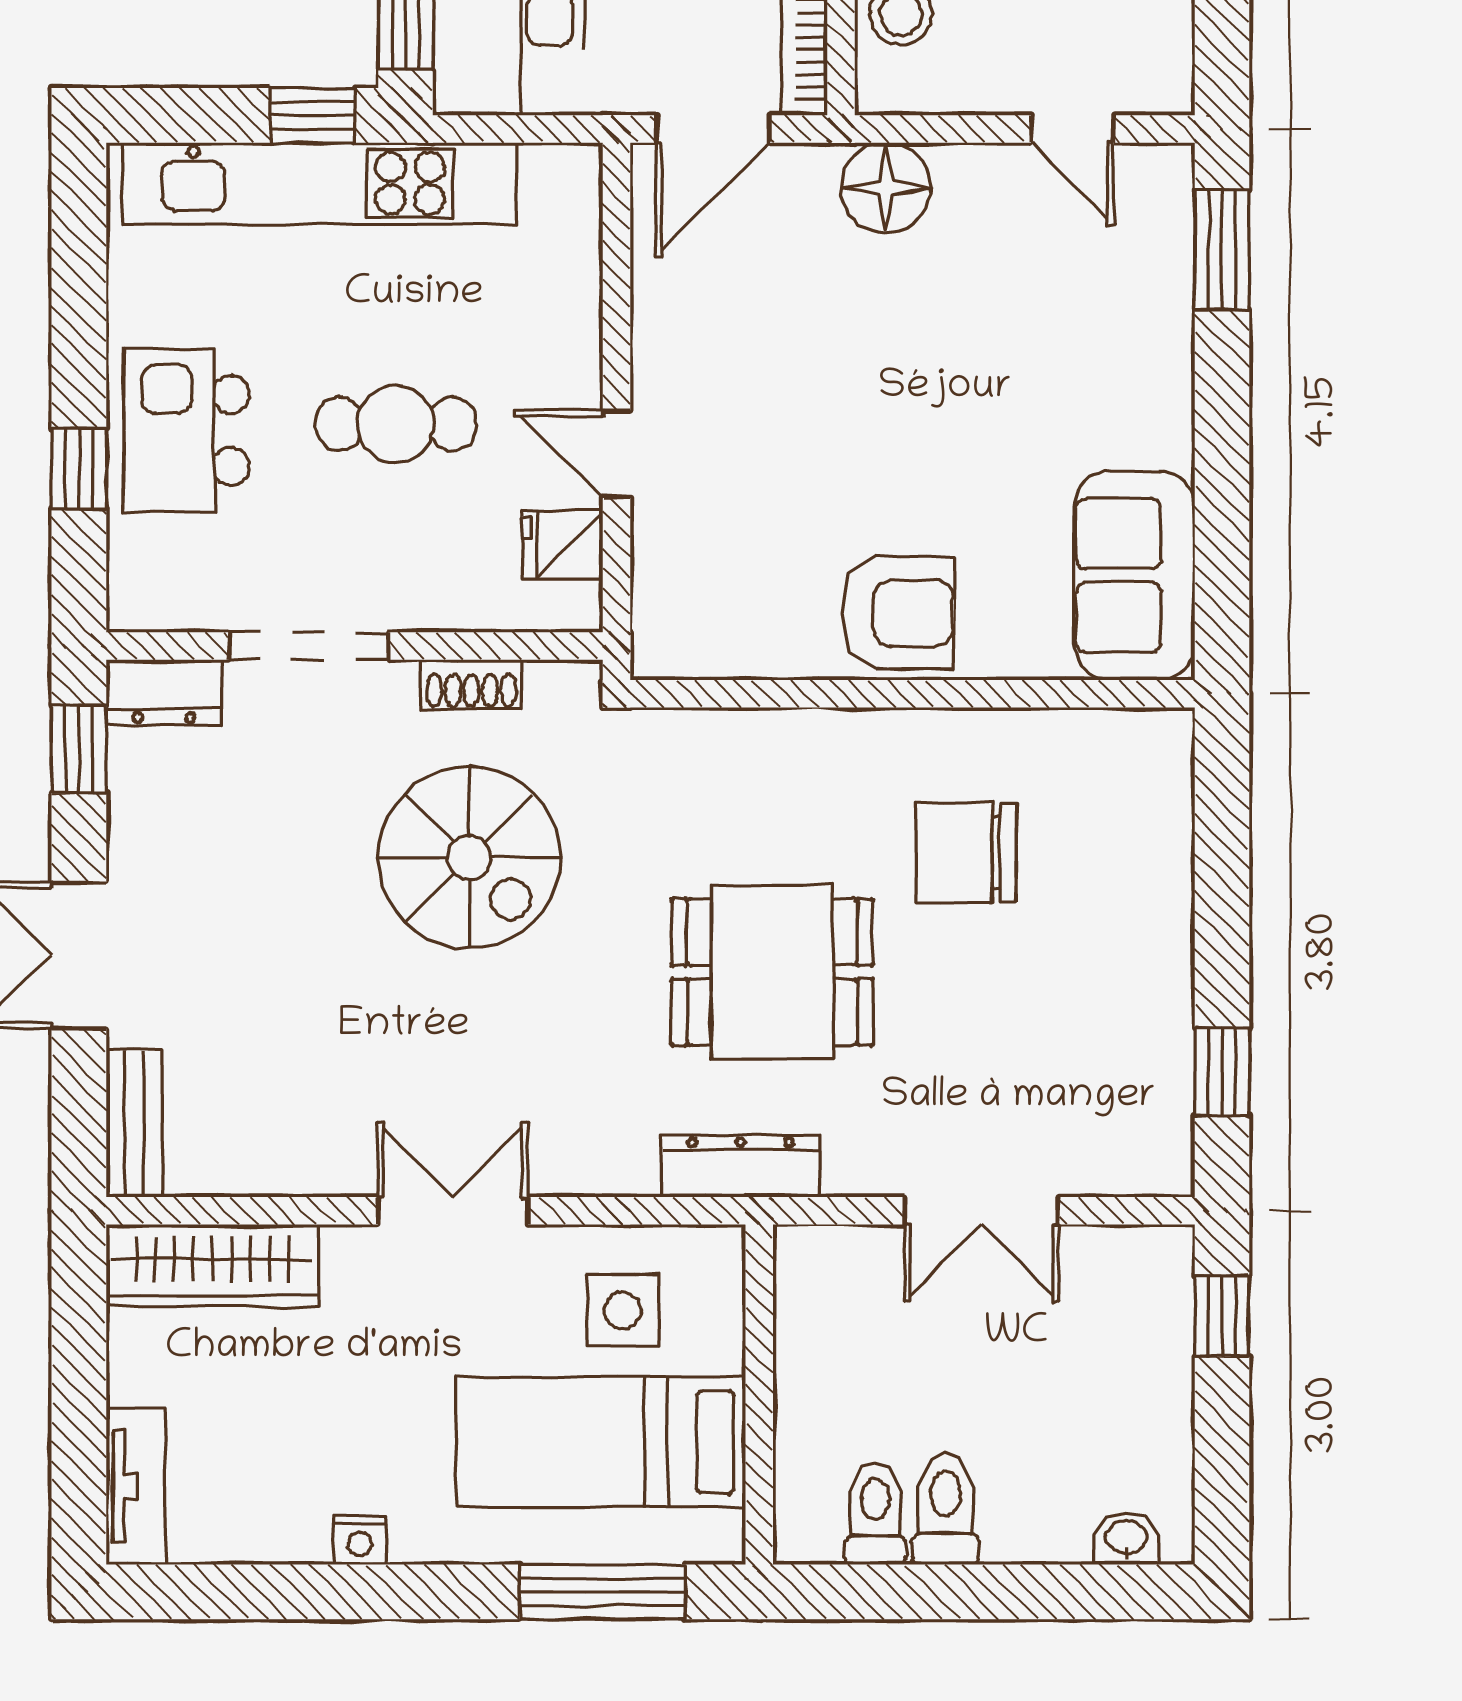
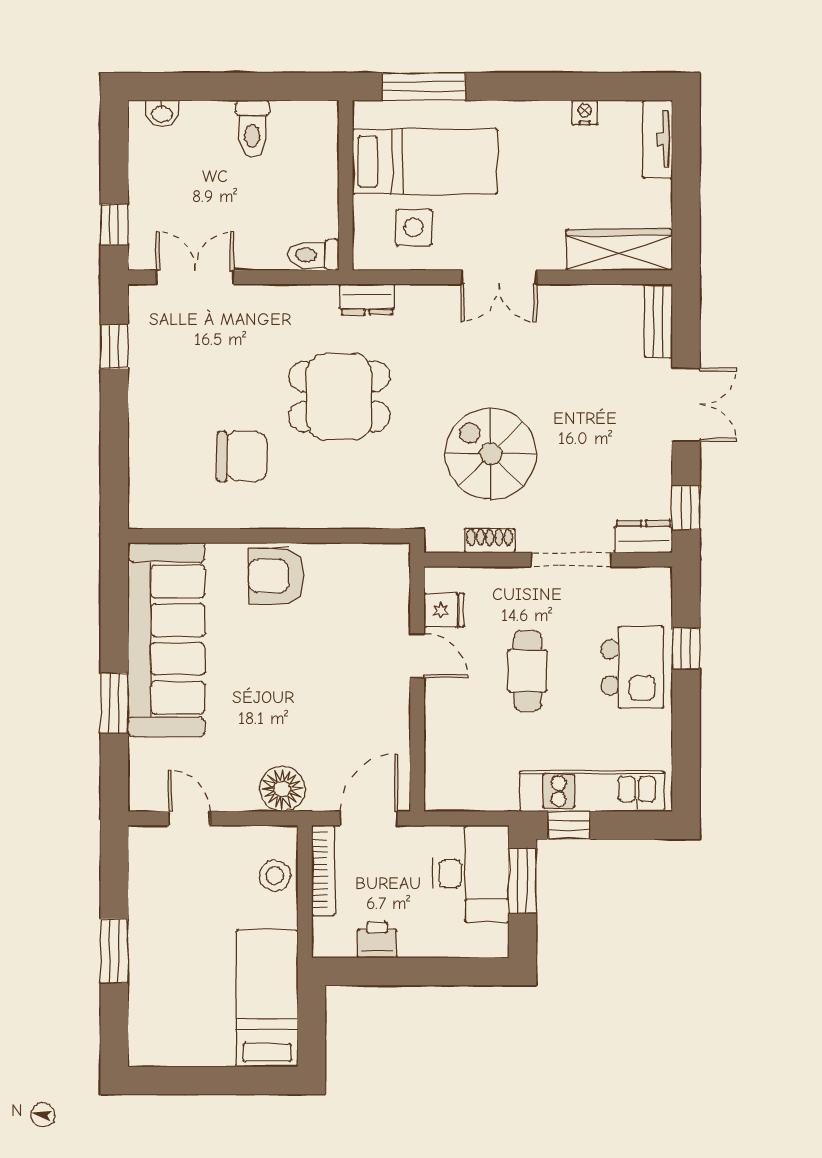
kitchen unit: (319, 183) -> (592, 791), width x0.73
window: (1222, 250) -> (114, 703), moved
cafe table: (396, 424) -> (527, 671), turned 90
sofa: (1134, 575) -> (166, 640), width x1.85, depth x1.27
dresser: (741, 1166) -> (367, 299), width x0.70
double door: (982, 1211) -> (195, 277), moved
toilet: (875, 1513) -> (313, 255), moved, turned 90
nightstand: (360, 1540) -> (585, 112), moved

